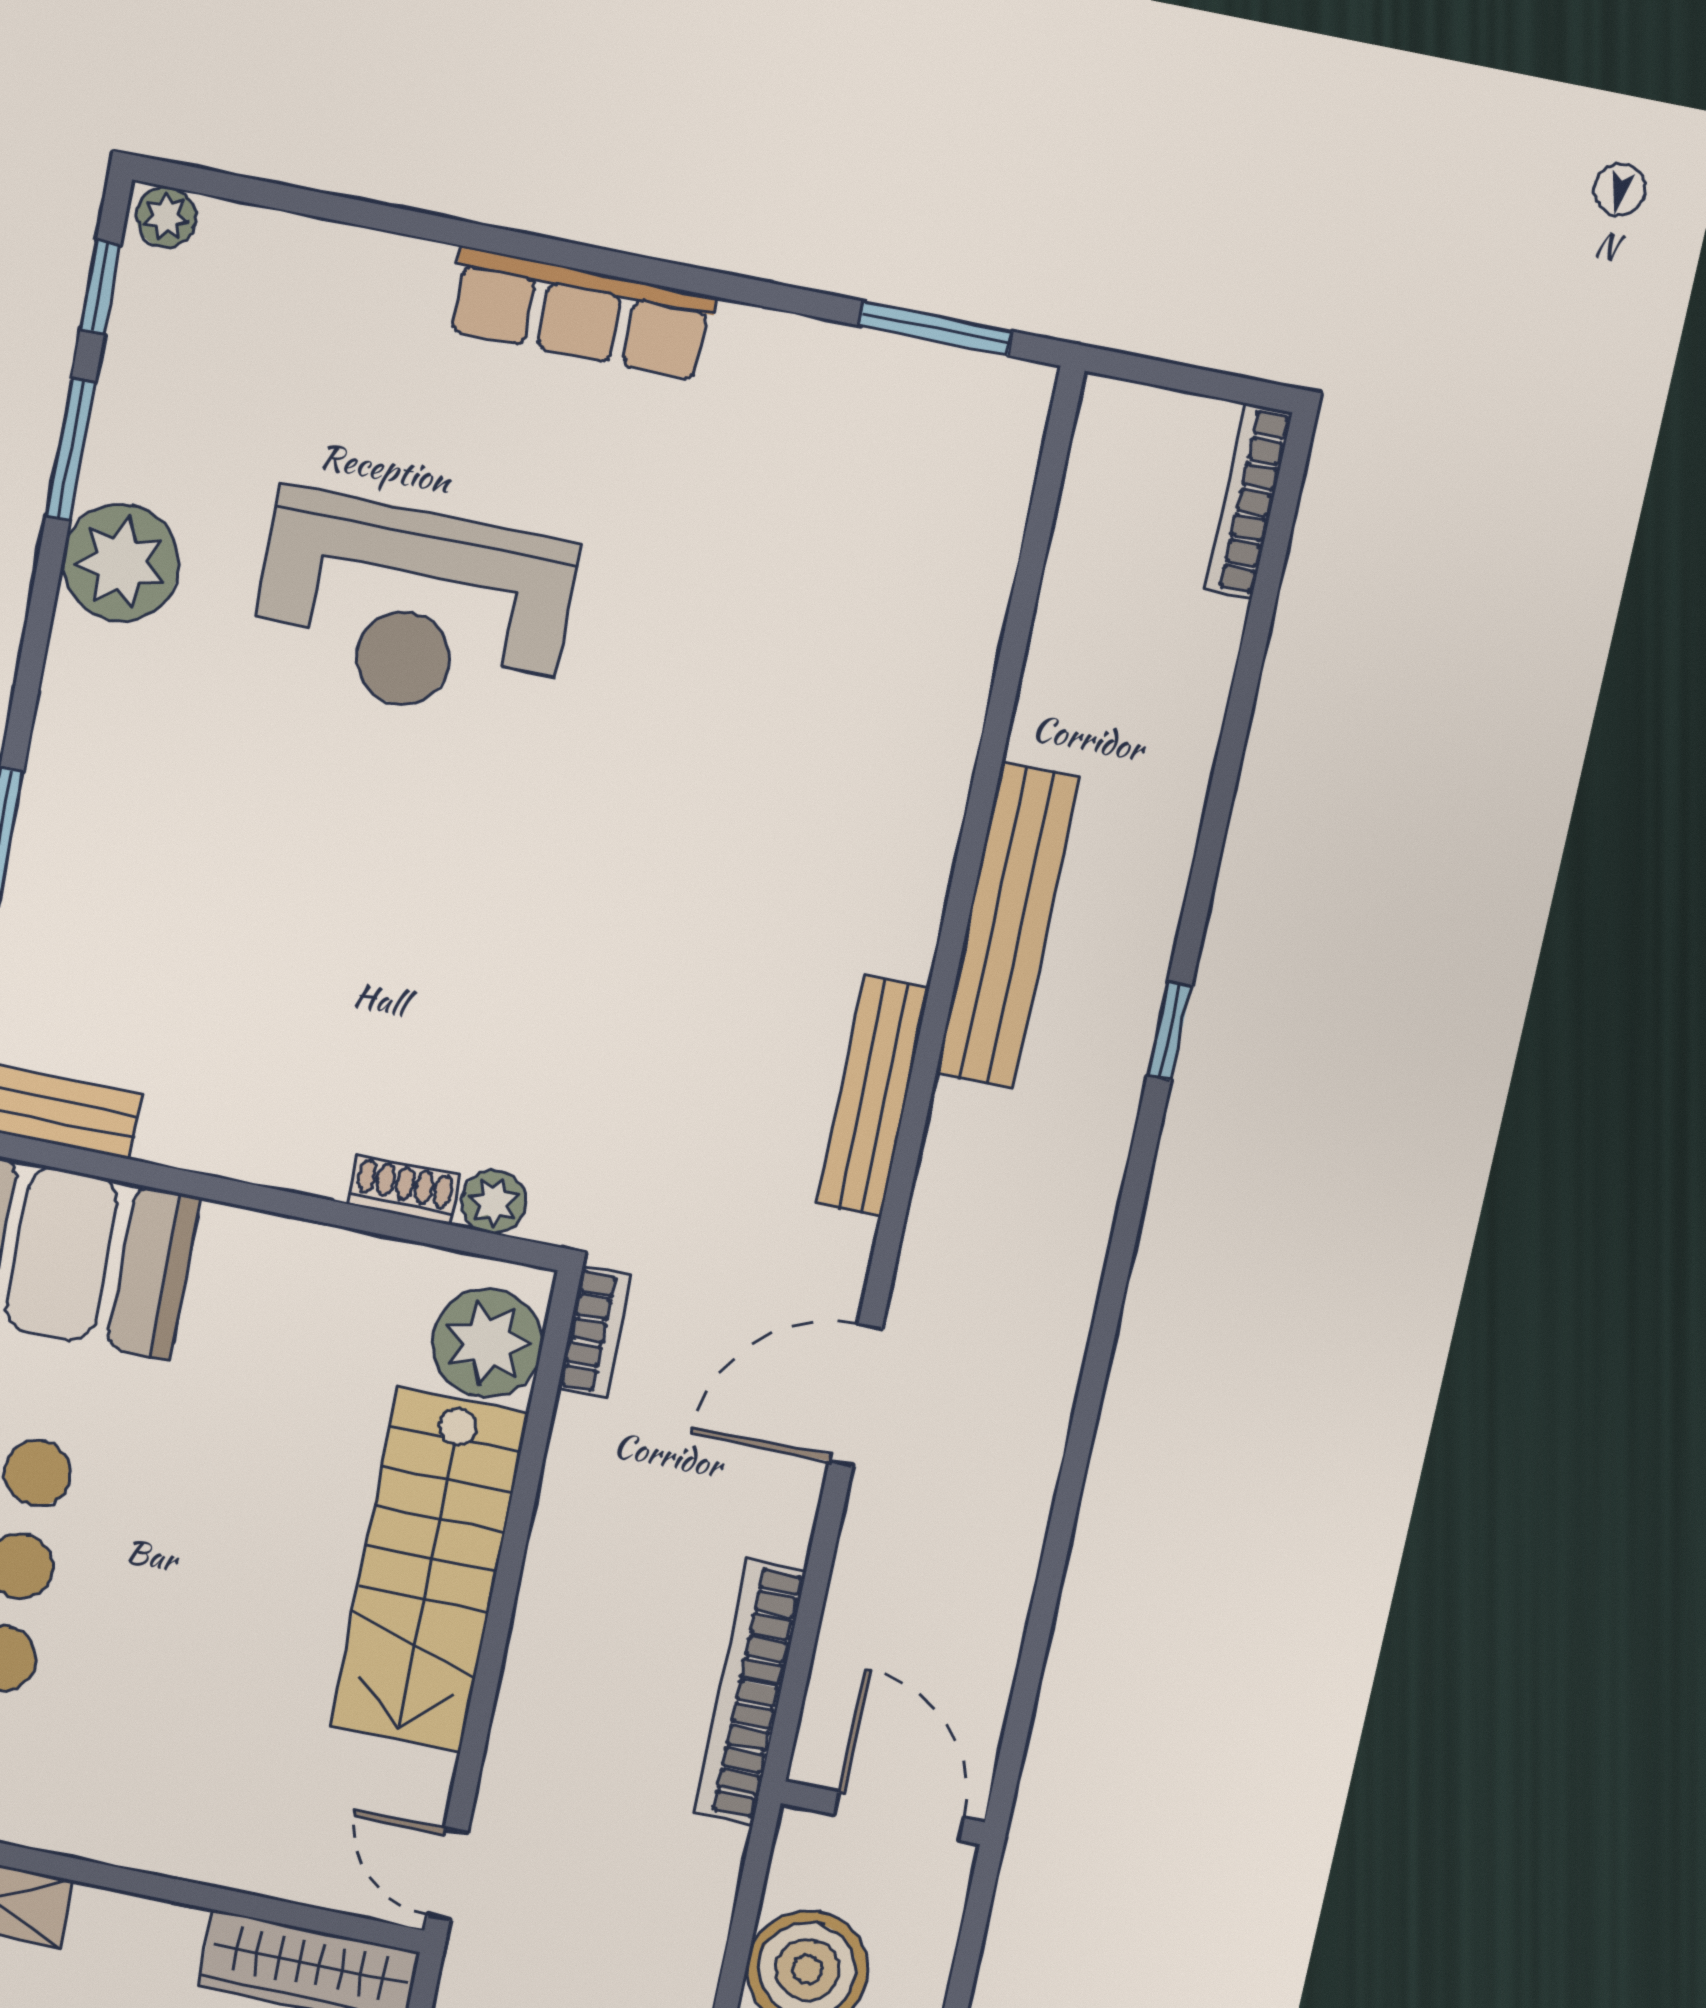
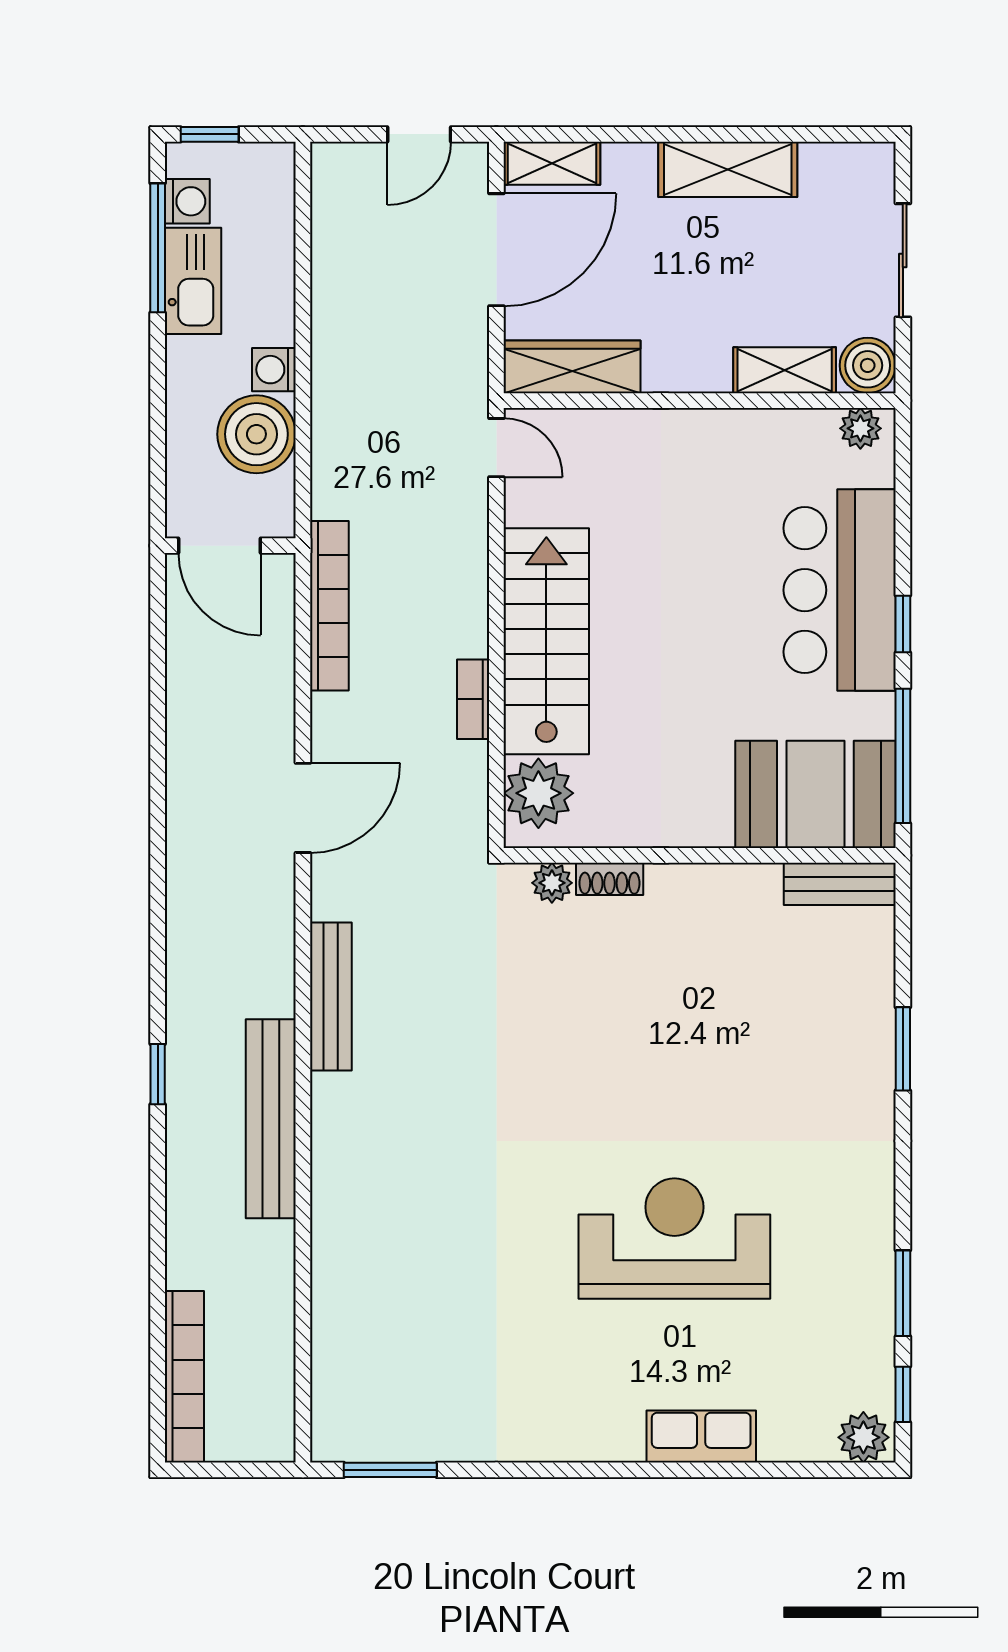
plant: (166, 217) -> (863, 1437), width x1.38, depth x1.38
row of seats: (581, 313) -> (701, 1437), moved, width x0.68
bookcase: (1249, 501) -> (184, 1377), width x1.48, depth x1.31
plant: (121, 563) -> (859, 1230), removed
bookcase: (594, 1332) -> (473, 699), moved

